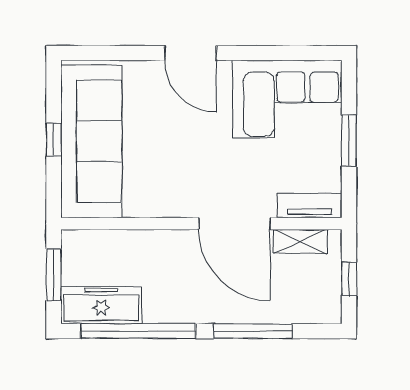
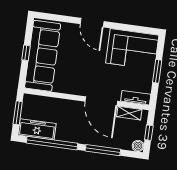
boiler: (329, 311) -> (138, 146), added

